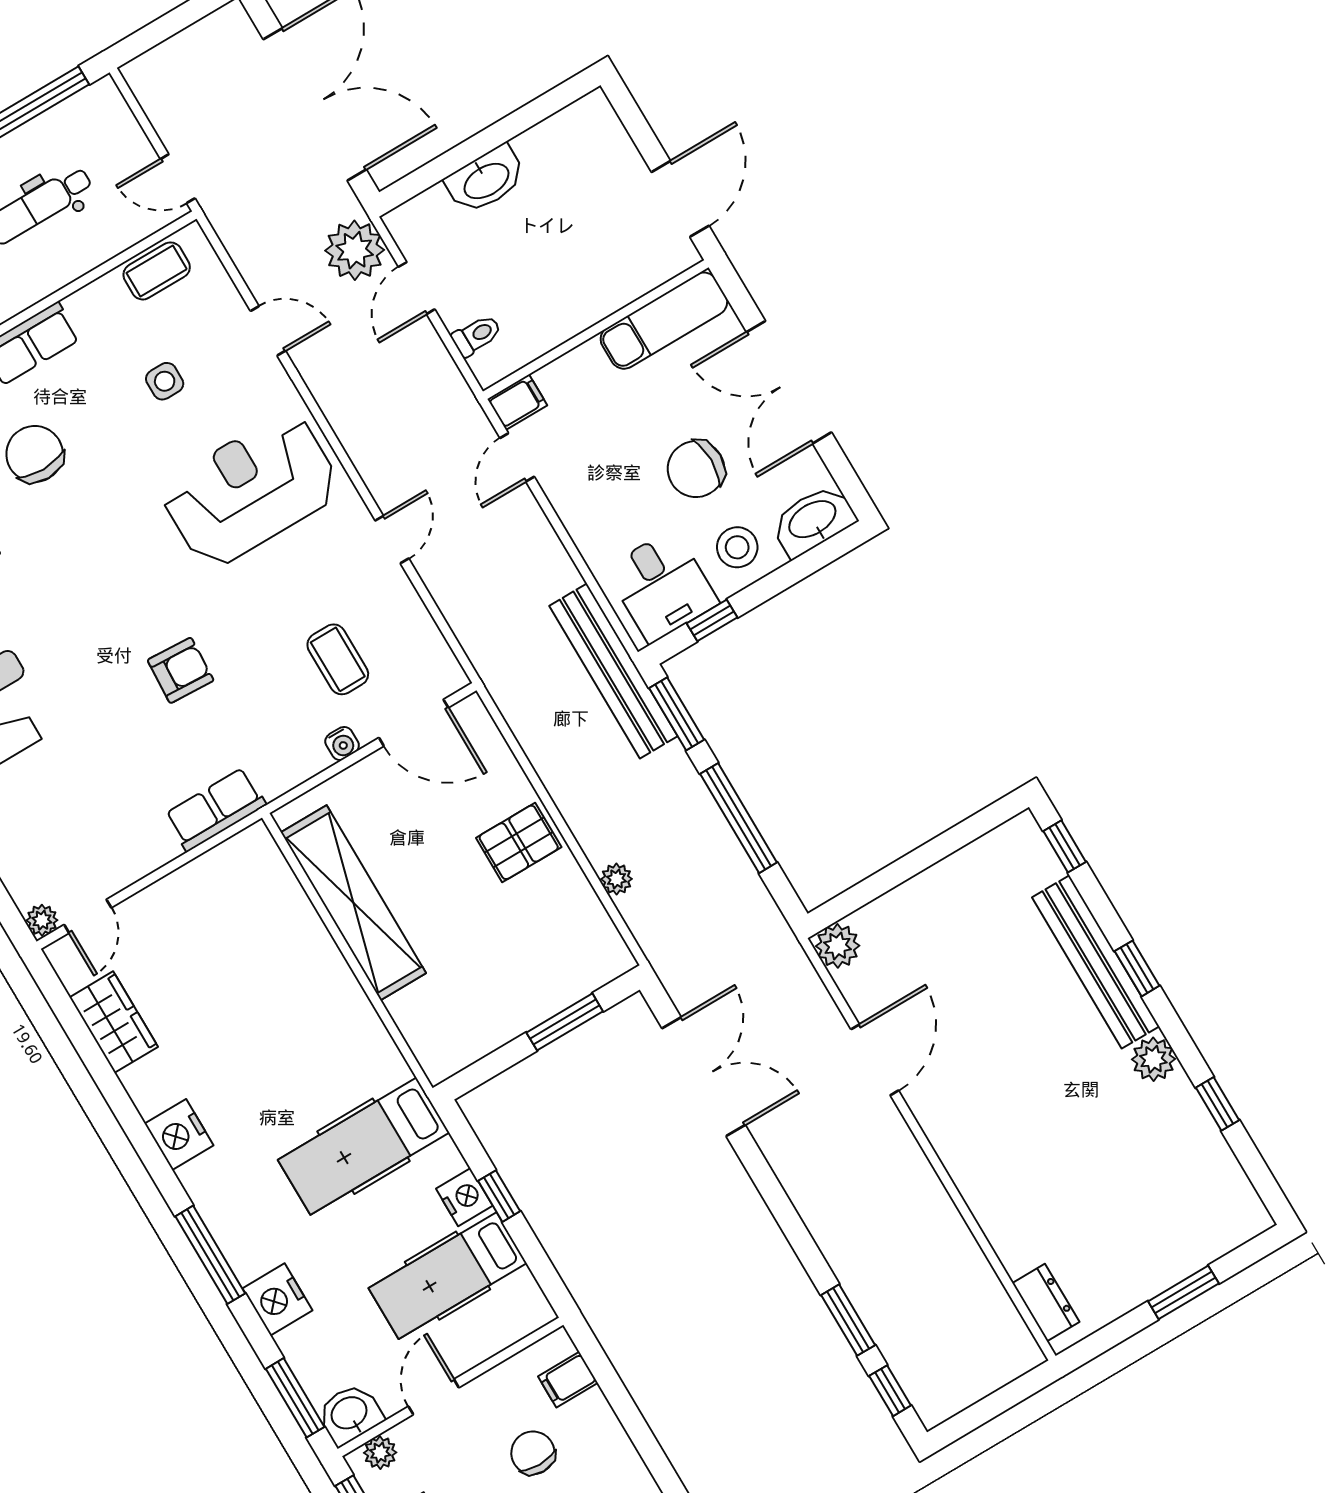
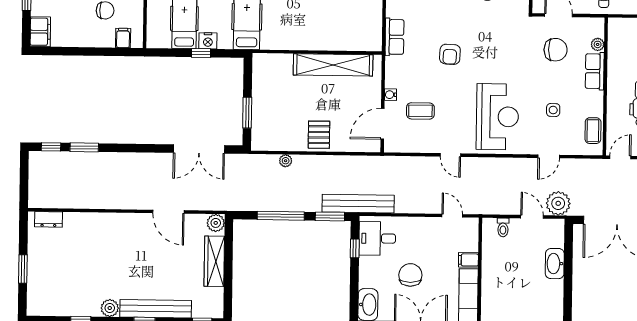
filing cabinet: (517, 402) -> (468, 260), moved, turned 90
stool: (737, 547) -> (375, 273), removed
wardrobe: (920, 899) -> (214, 261), added

